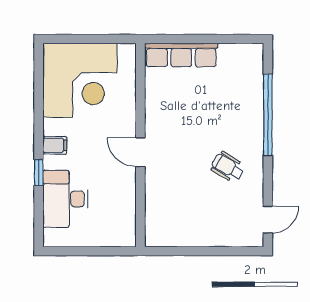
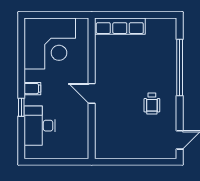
wheelchair: (228, 167) -> (152, 104), turned -122

